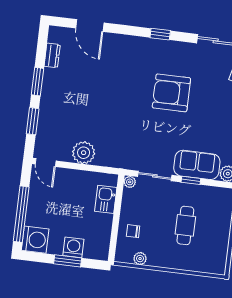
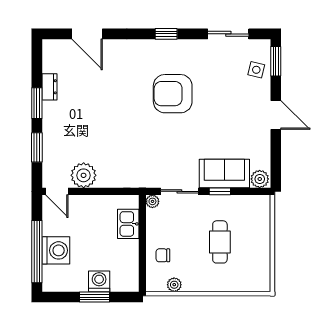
dresser: (52, 55) -> (49, 87), moved
armchair: (171, 93) -> (173, 94), moved
plant: (84, 153) -> (84, 175), moved
washing machine: (35, 240) -> (56, 250), moved

